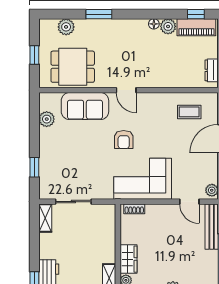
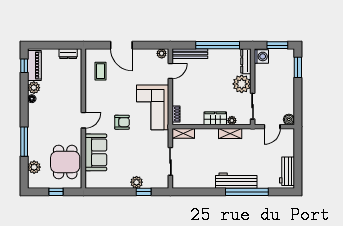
window: (99, 14) -> (24, 142), width x1.44
plant: (47, 119) -> (137, 182), moved
shelving: (45, 218) -> (183, 133), moved

